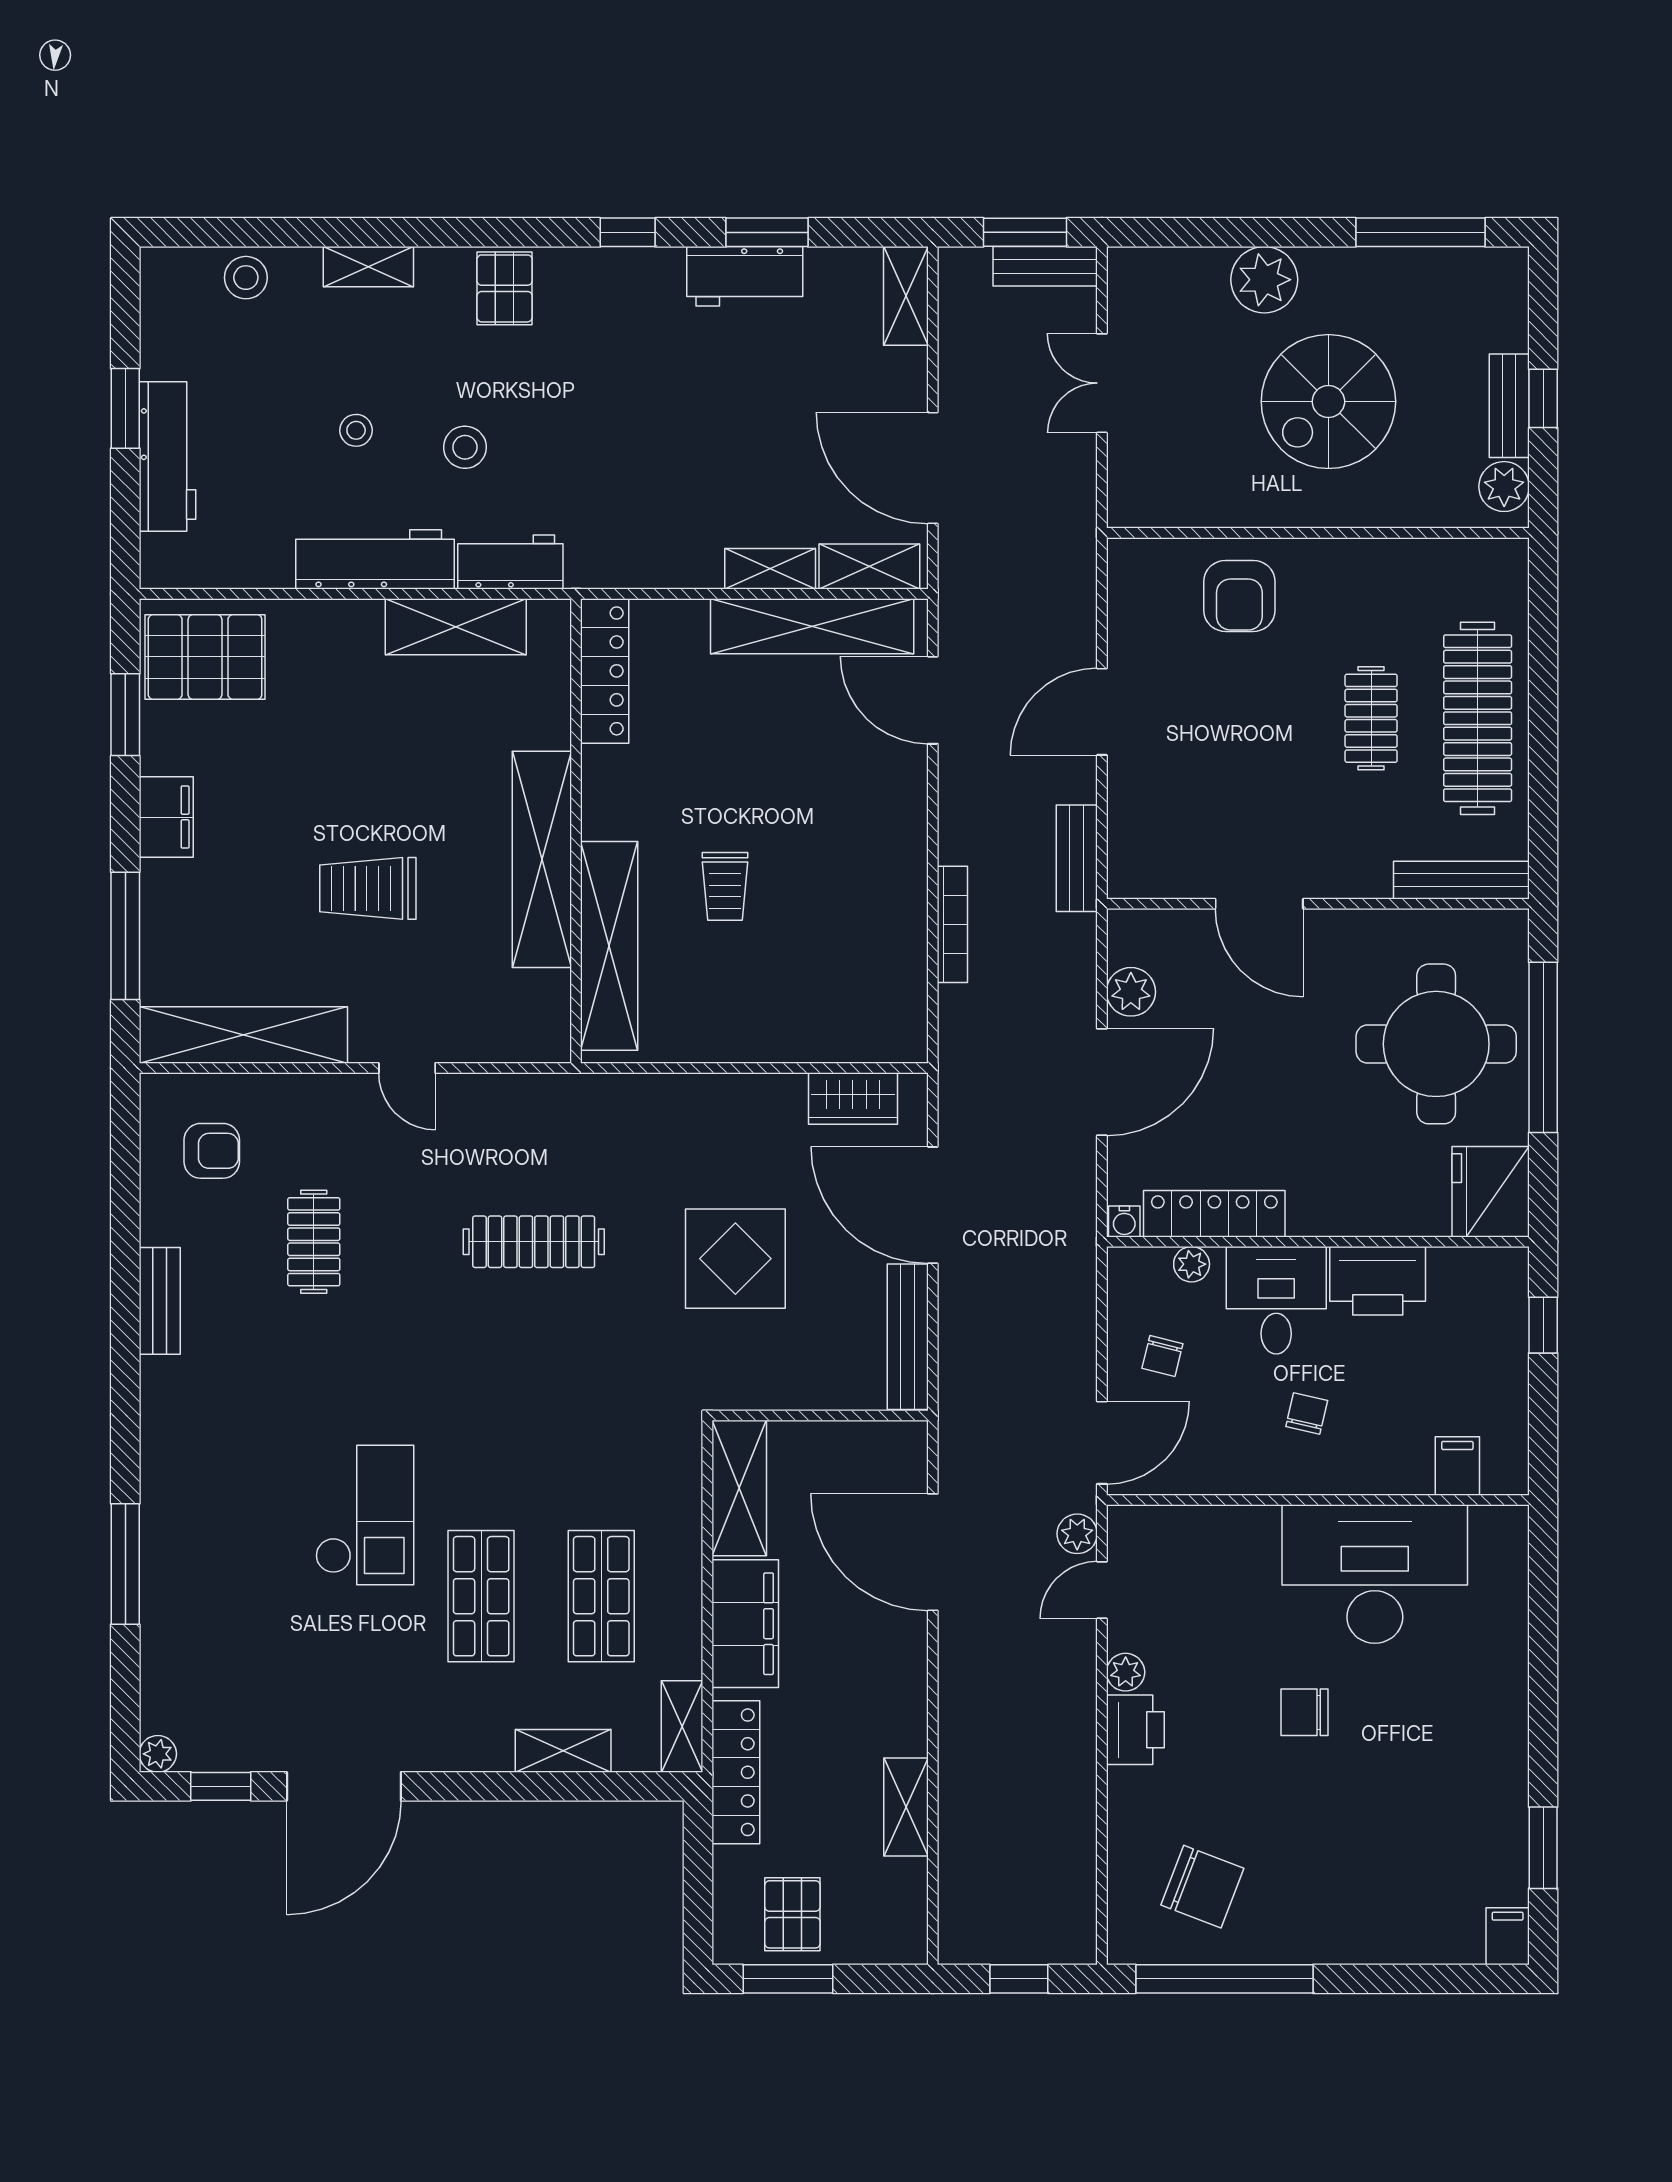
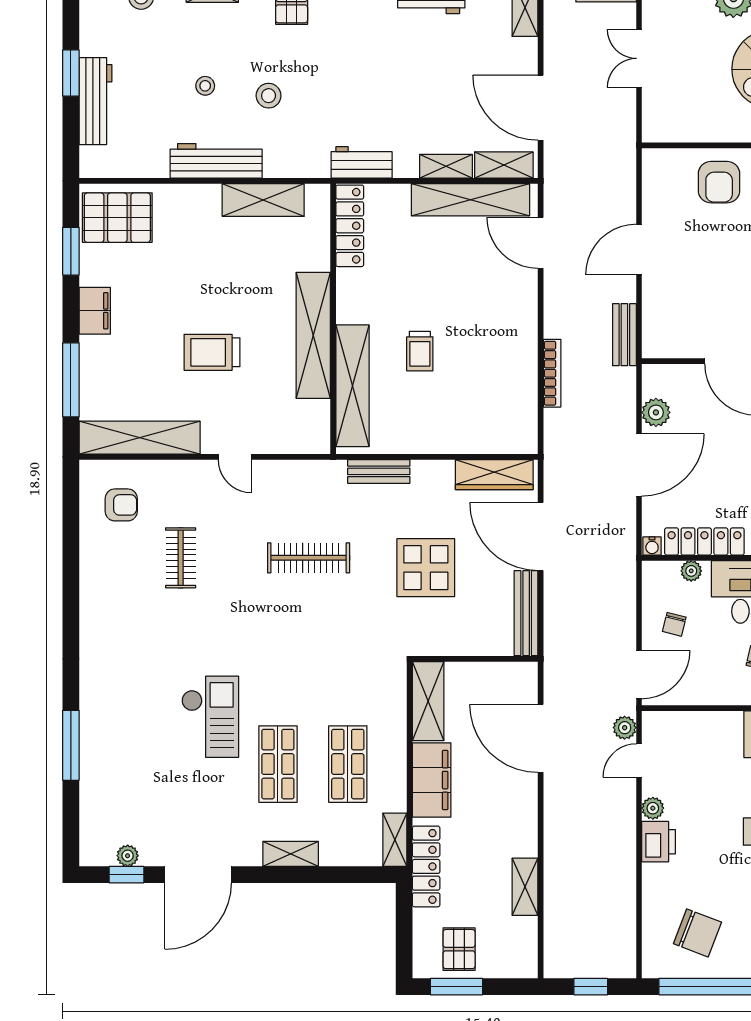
workbench: (510, 562) -> (362, 162), moved
wardrobe: (853, 1099) -> (494, 475), width x1.50
bench: (160, 1301) -> (379, 471), moved, turned 90
shelving: (563, 1751) -> (291, 854), moved
plant: (158, 1754) -> (128, 856), moved

